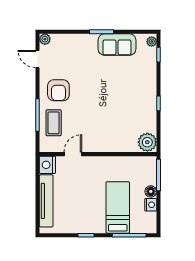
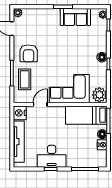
floor lamp: (150, 95) -> (102, 57), added
corner sofa: (109, 134) -> (69, 89), added
bed: (118, 207) -> (86, 115), moved, turned -90
desk: (87, 219) -> (52, 156), added

